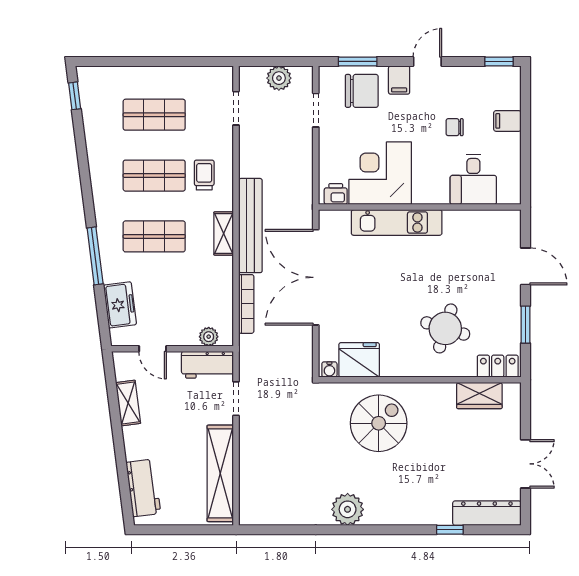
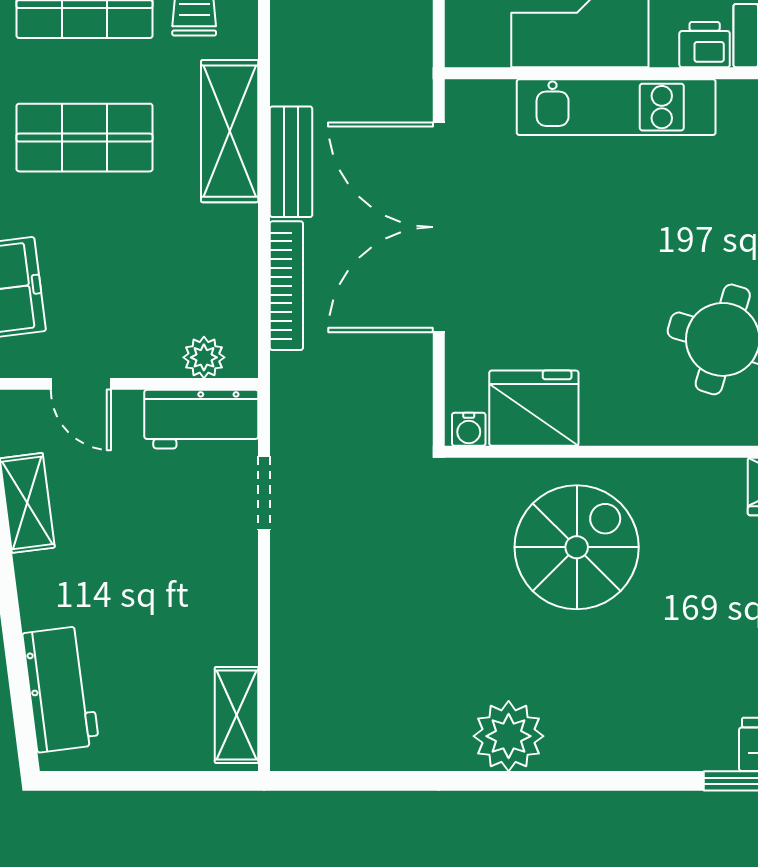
printer: (336, 194) -> (705, 45), moved
bench: (250, 226) -> (291, 162), width x0.54, depth x0.82
shelving: (224, 233) -> (230, 131), width x1.50, depth x1.33
shelving: (220, 473) -> (237, 715), width x0.45, depth x0.75

